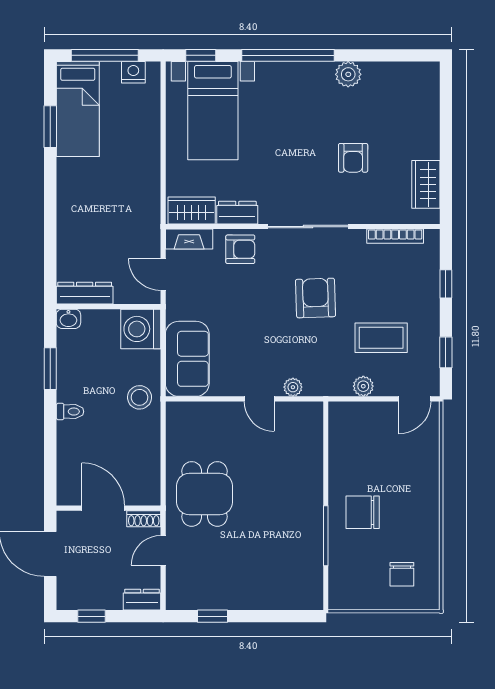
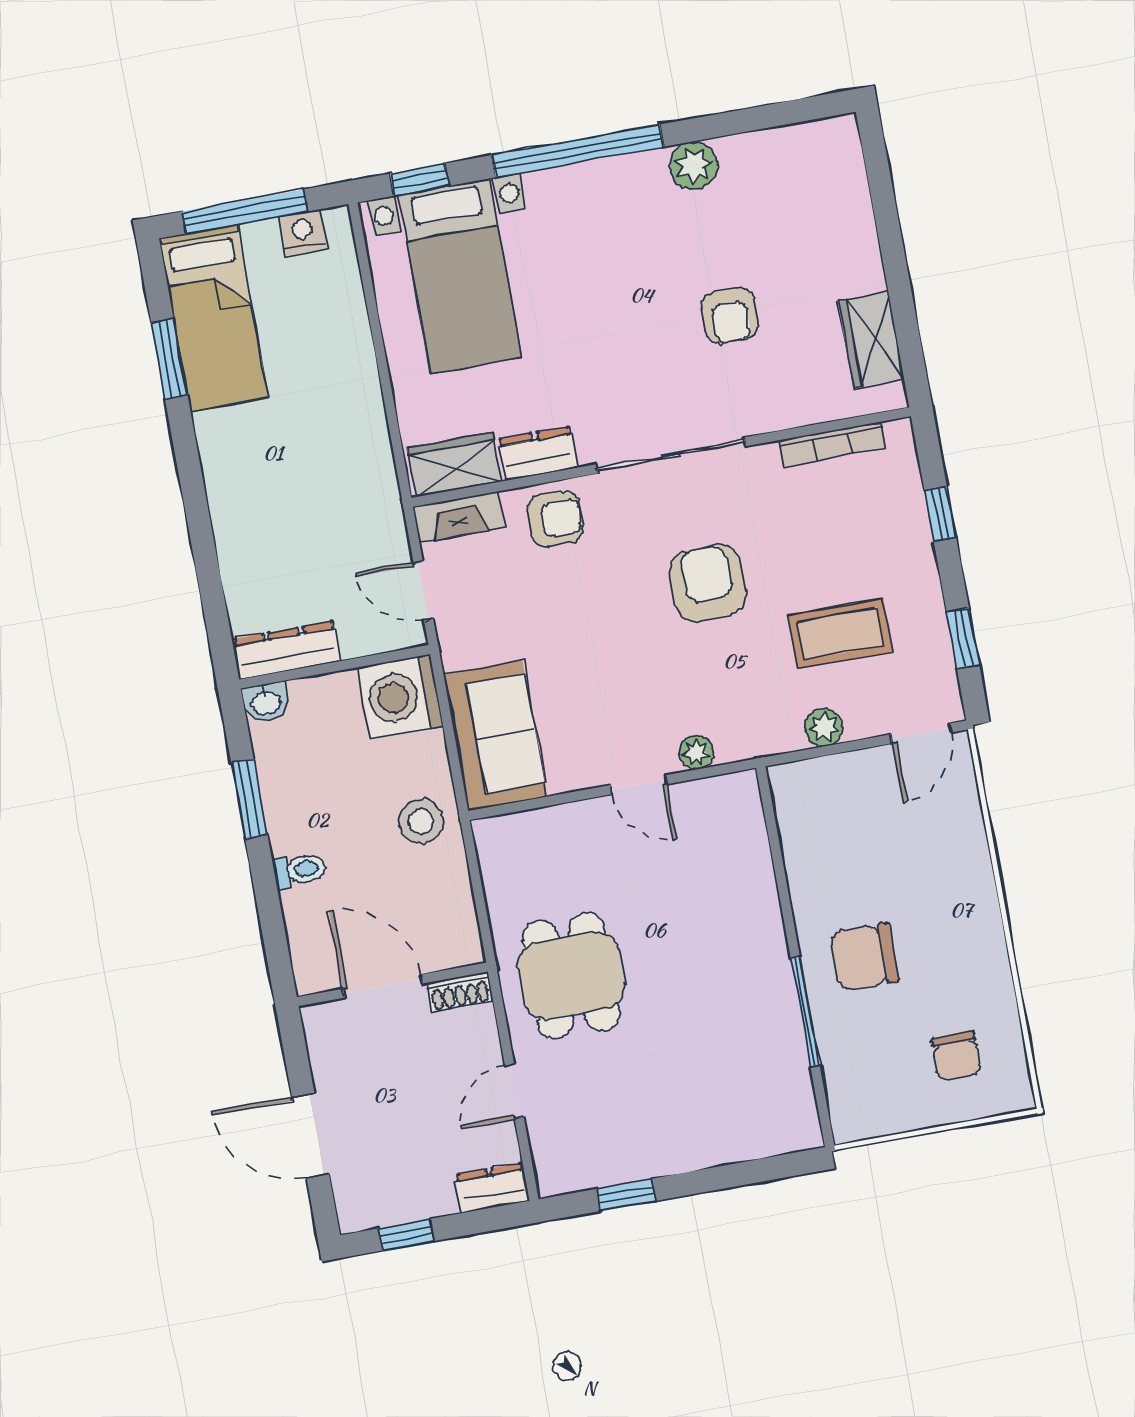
door: (103, 508) -> (383, 986), moved
wall: (109, 508) -> (392, 984), moved
shoe rack: (144, 519) -> (460, 992), moved

